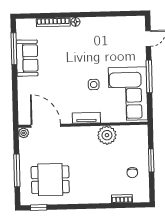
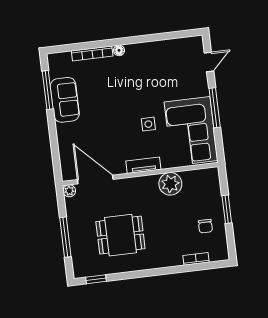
dining table: (50, 180) -> (120, 235), moved

